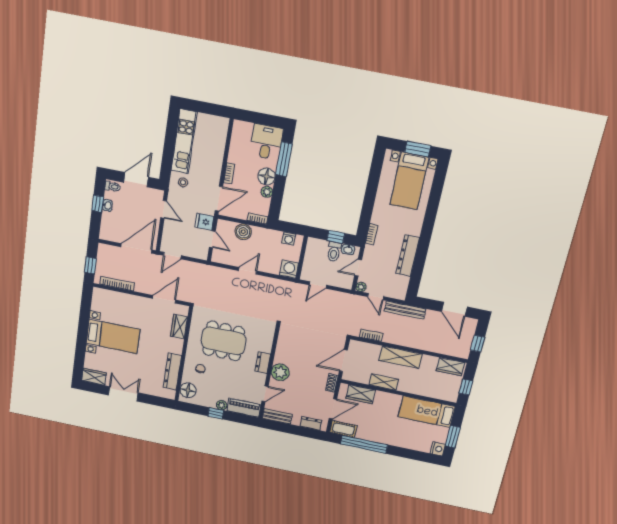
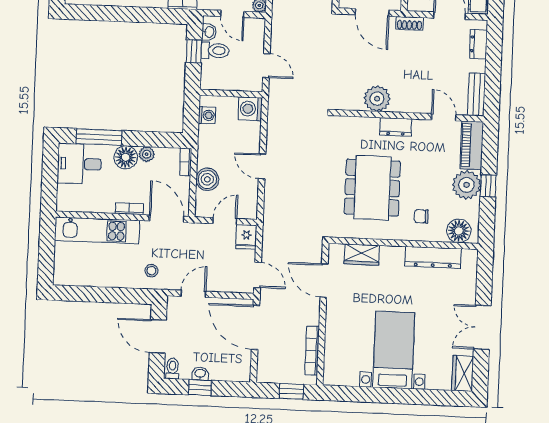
kitchen unit: (184, 141) -> (97, 230), moved, turned 180
fridge: (204, 222) -> (246, 237), moved
plant: (280, 372) -> (377, 99), moved
plant: (222, 405) -> (467, 185), width x1.87, depth x1.87

